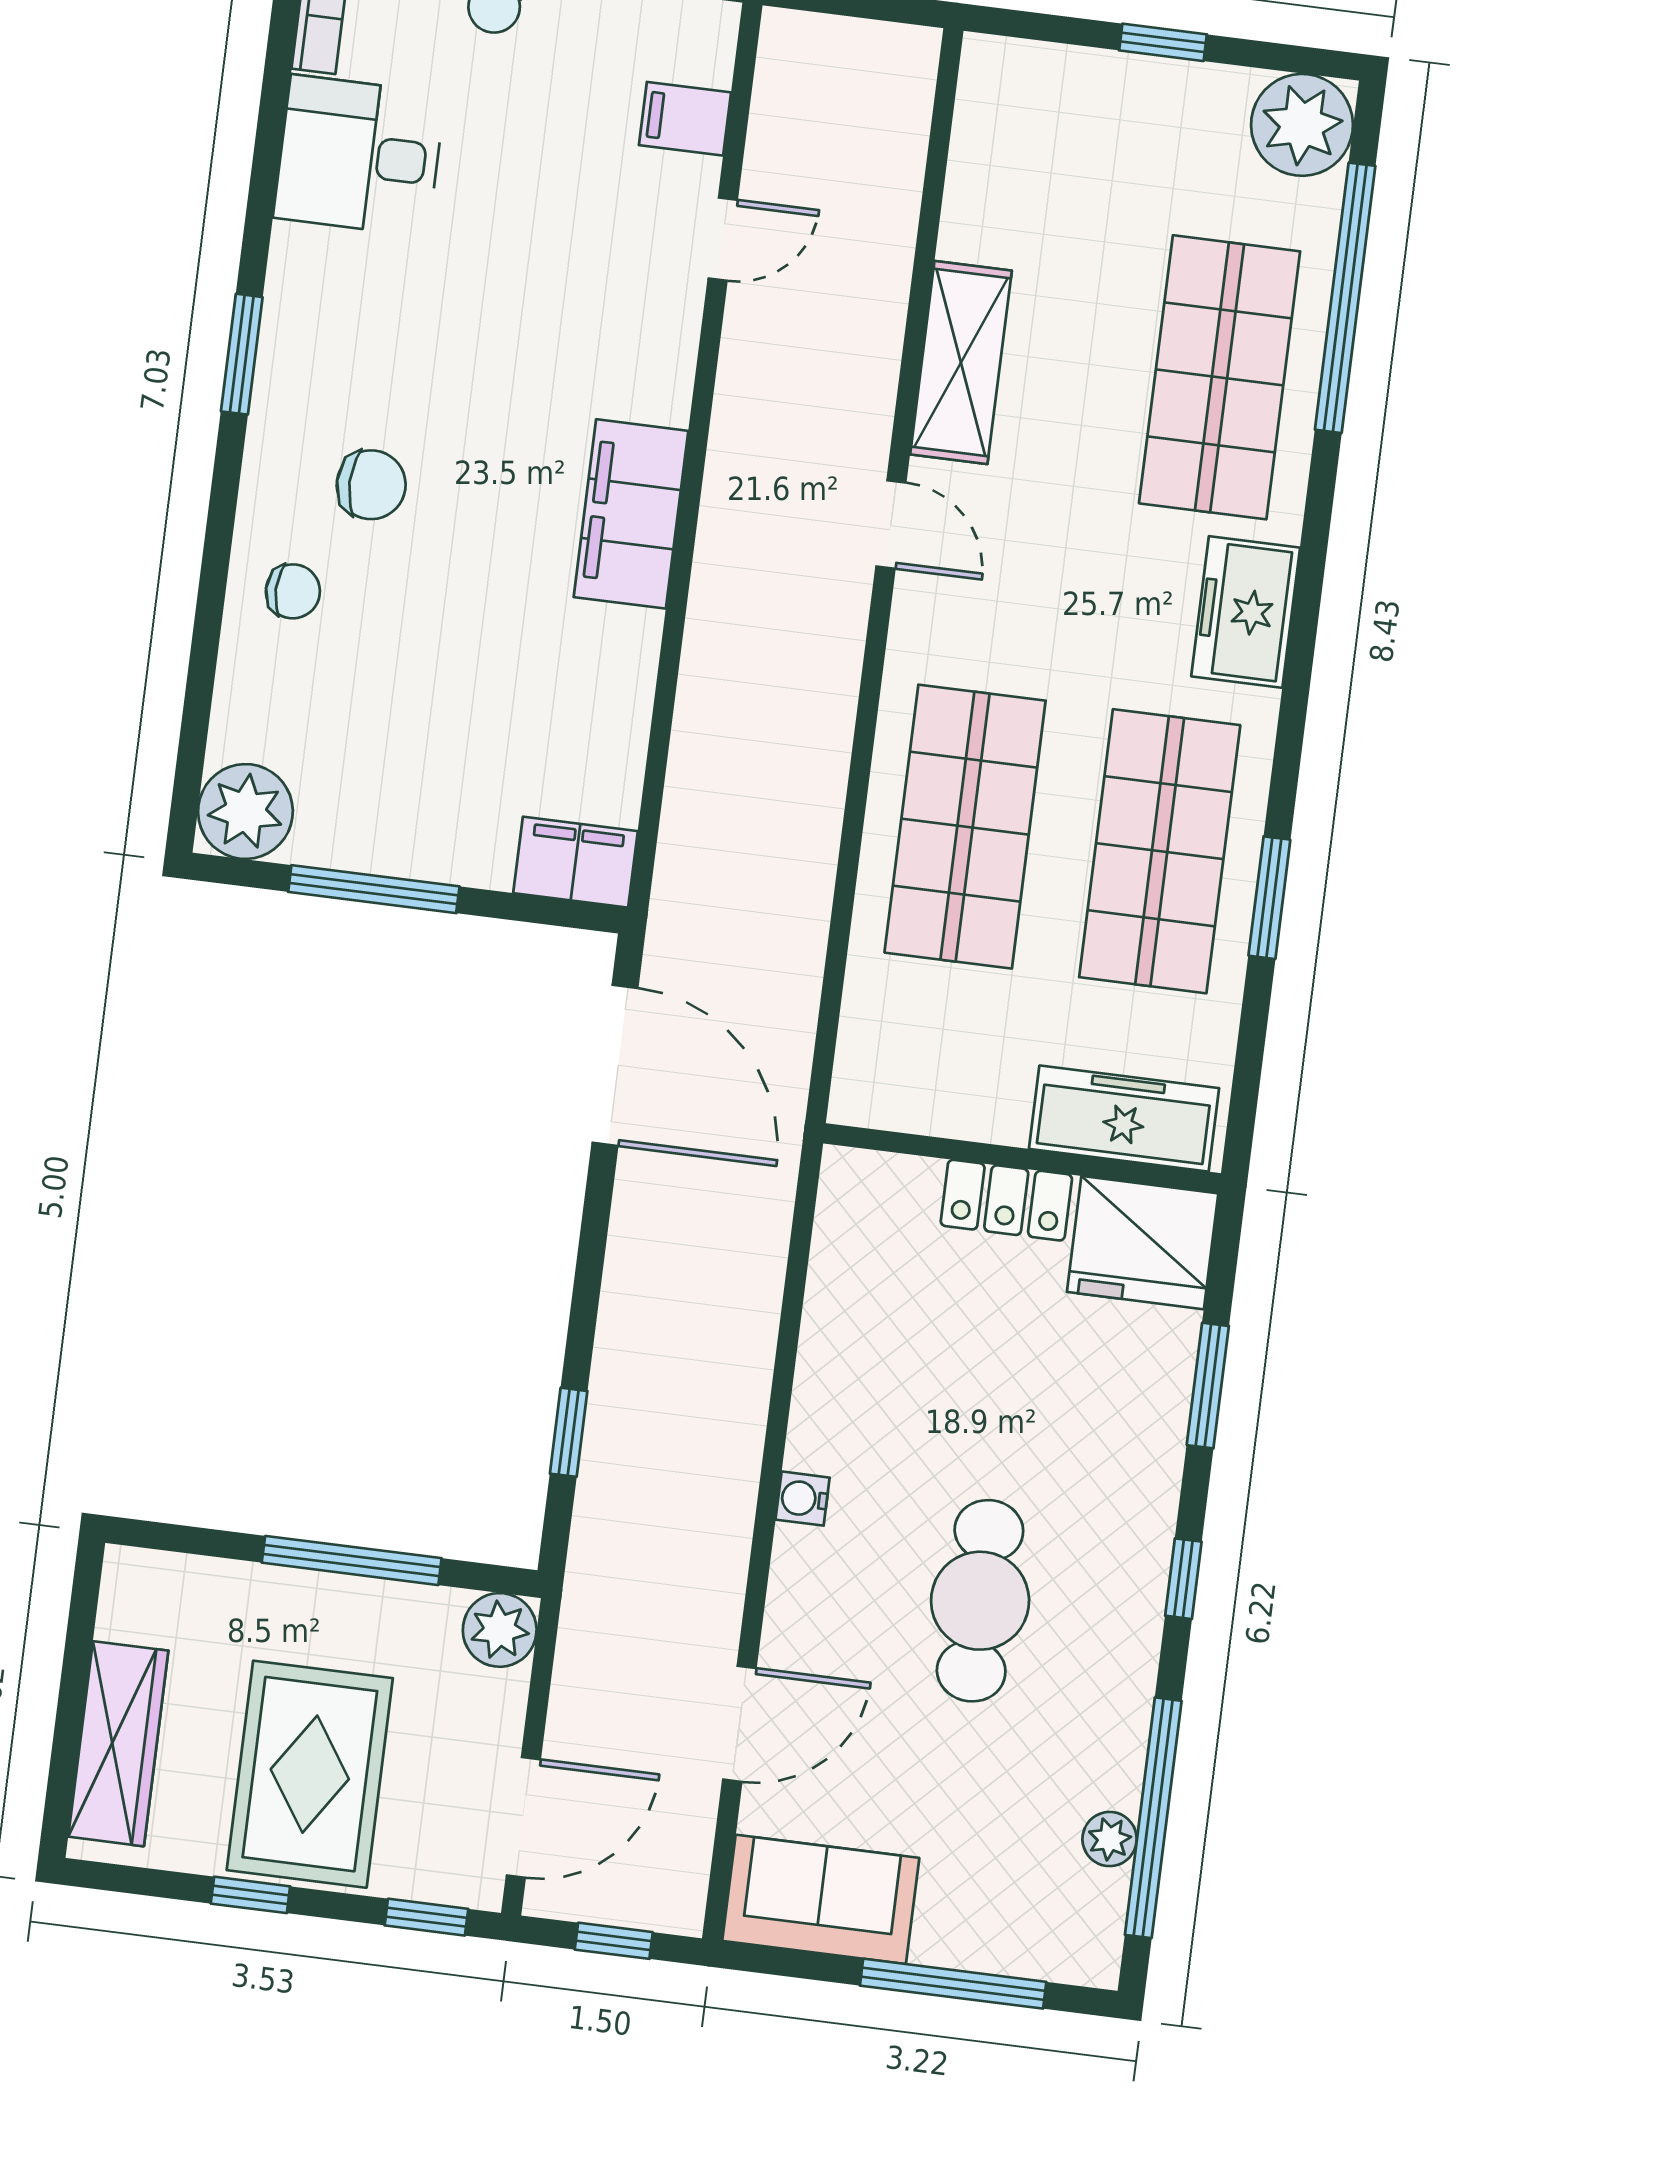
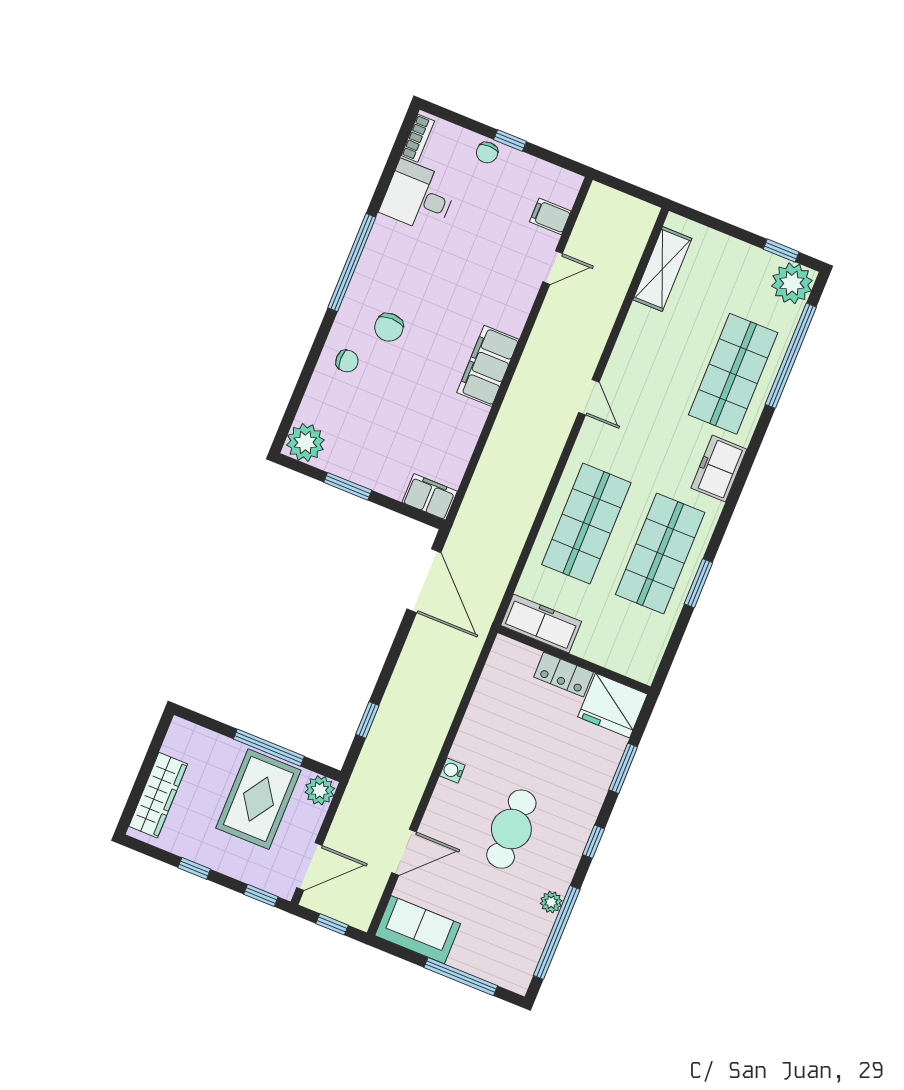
window: (1163, 42) -> (781, 251), moved
window: (242, 354) -> (352, 263), width x2.11
shelving: (961, 362) -> (662, 269), moved
chair: (371, 485) -> (389, 327), turned 90
window: (374, 889) -> (348, 486), width x0.69
freezer: (1124, 1119) -> (541, 623), moved
rug: (310, 1774) -> (258, 799), moved
plant: (1110, 1839) -> (551, 902), moved

